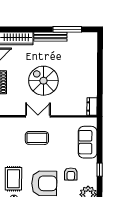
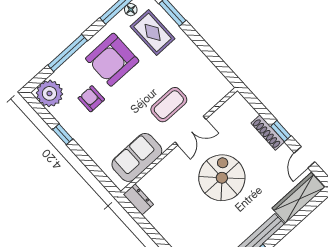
spiral stairs: (43, 81) -> (222, 178), turned -90
sofa: (88, 142) -> (137, 157), moved, turned -90

